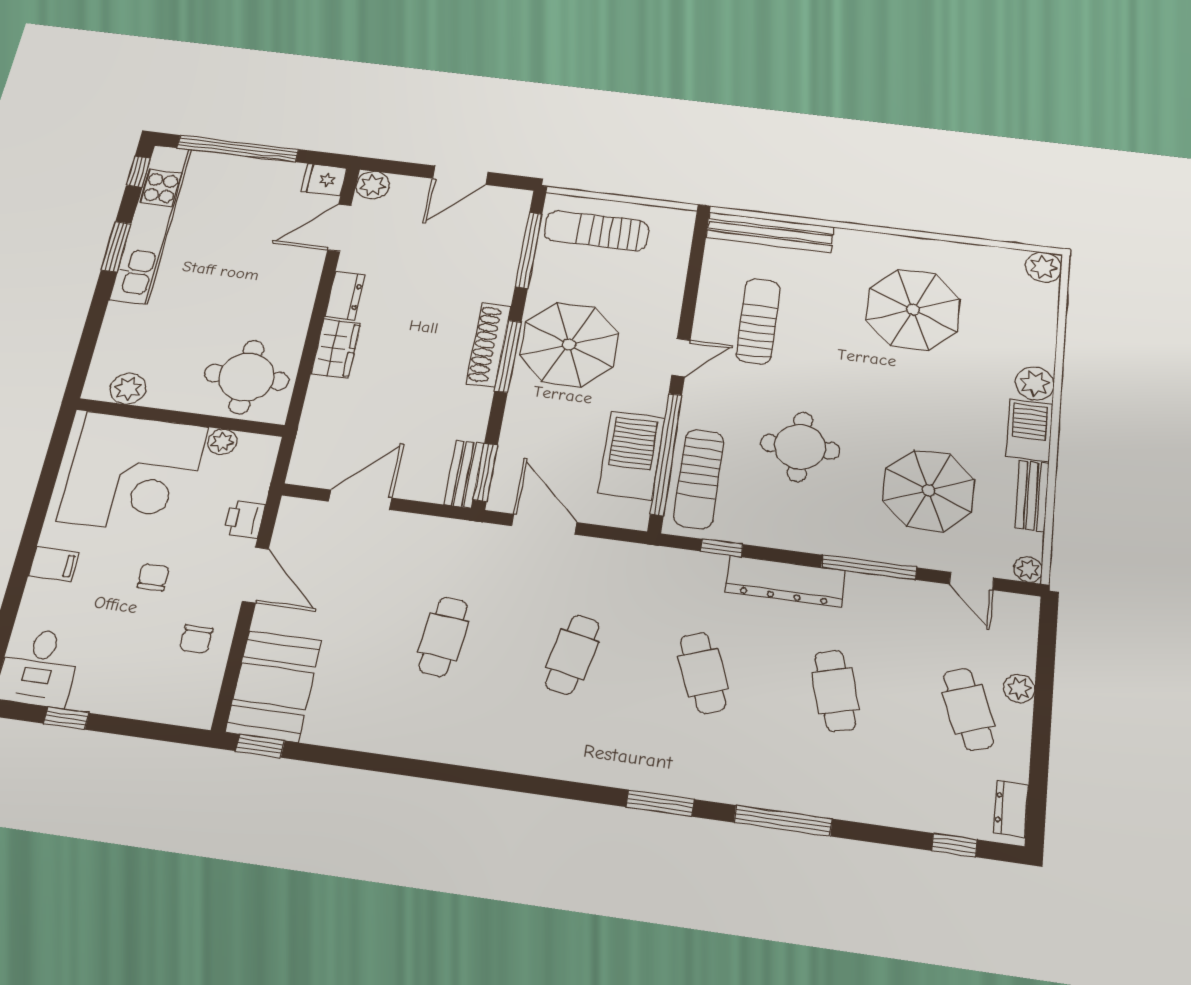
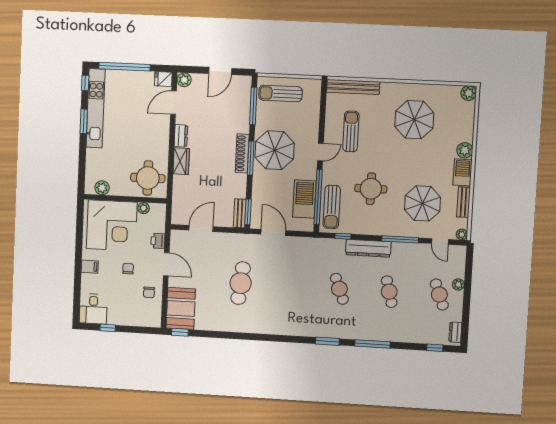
cafe table: (443, 637) -> (241, 283), width x1.37, depth x1.35
cafe table: (573, 655) -> (290, 286), removed

